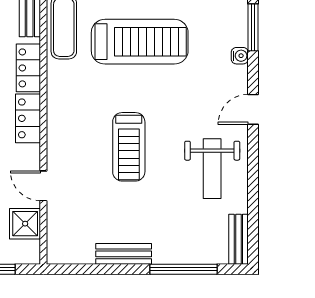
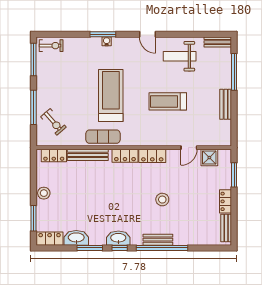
water cooler: (240, 56) -> (107, 41), moved
treadmill: (129, 147) -> (168, 101), turned 180
weight bench: (212, 169) -> (180, 56), turned 180

